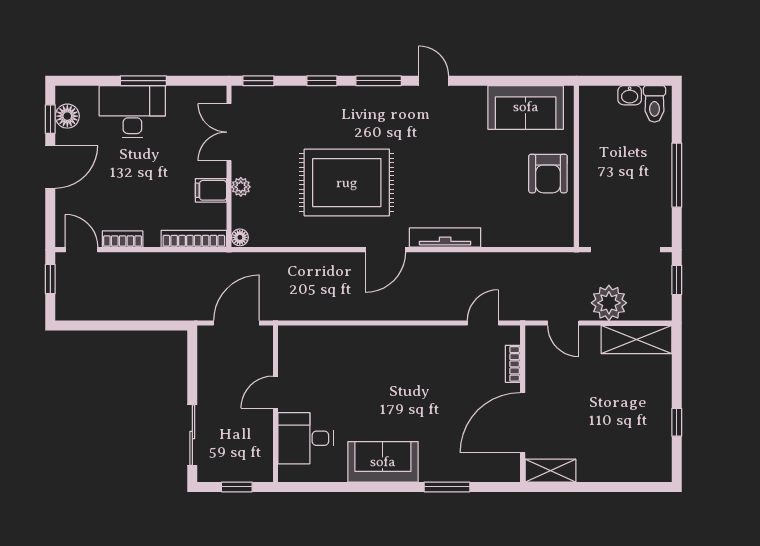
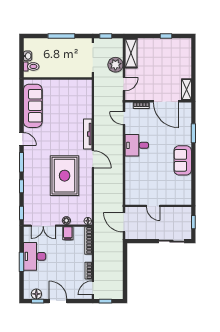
door: (434, 81) -> (21, 139), swing flipped
toilet: (654, 104) -> (31, 66), moved
sofa: (526, 107) -> (33, 106), width x1.36
desk: (132, 112) -> (35, 256), moved
armchair: (548, 174) -> (61, 91), removed
desk: (305, 438) -> (137, 145), moved, turned 90

